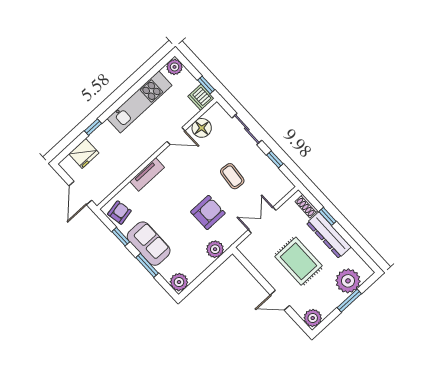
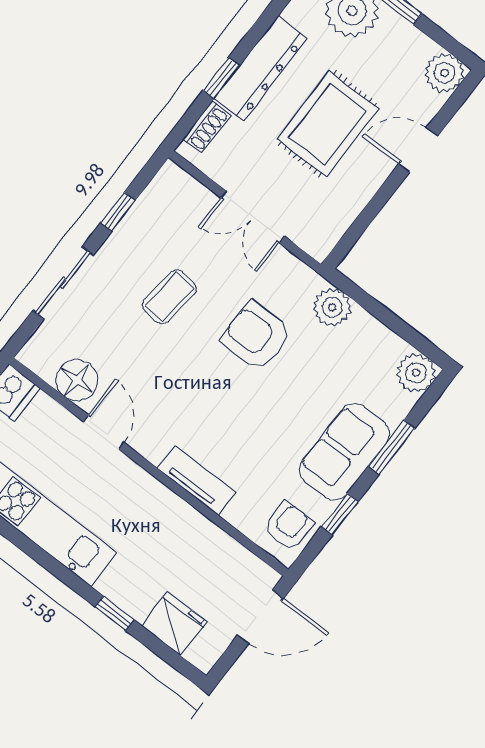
armchair: (119, 213) -> (288, 526), turned 101
door: (280, 300) -> (418, 150), swing flipped

